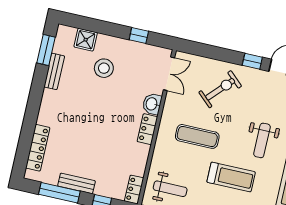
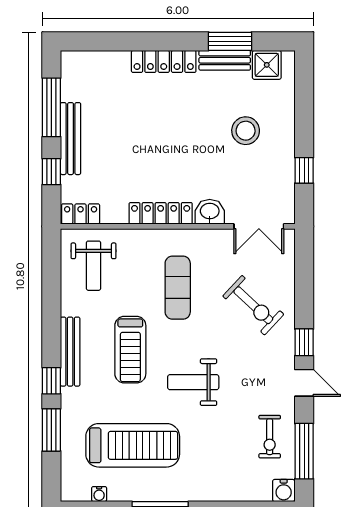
shower: (86, 40) -> (267, 65), moved
window: (46, 50) -> (230, 41), moved
locker: (147, 129) -> (161, 213), width x1.53
locker: (38, 148) -> (164, 61), moved
bench: (76, 183) -> (71, 139), width x1.36

